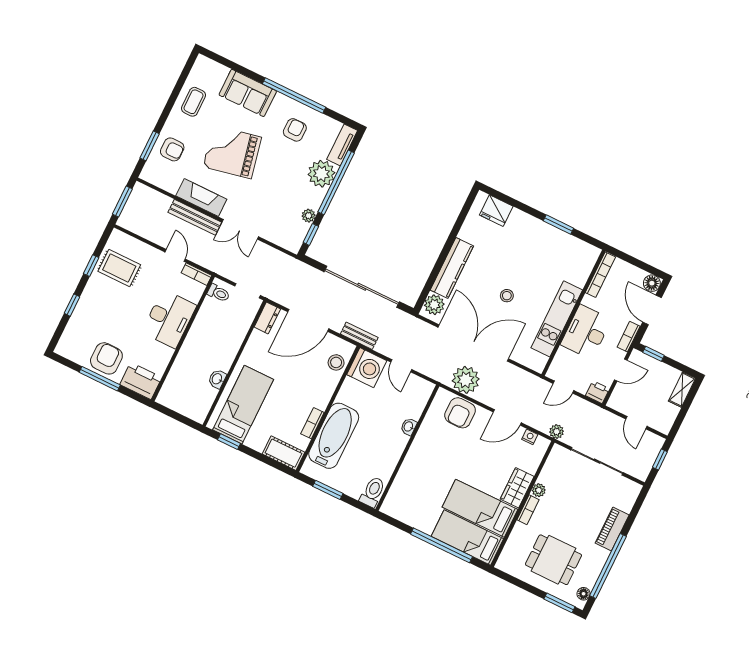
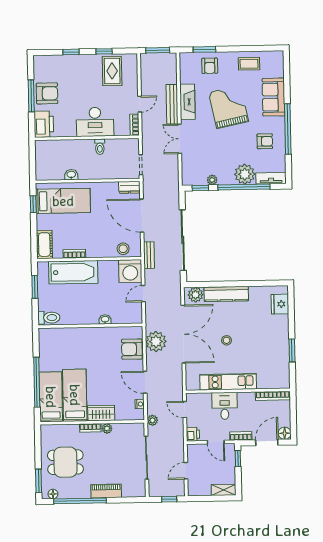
toilet: (219, 293) -> (100, 147), moved
desk: (586, 332) -> (225, 406), width x0.73
dining table: (553, 560) -> (65, 462), turned 90

